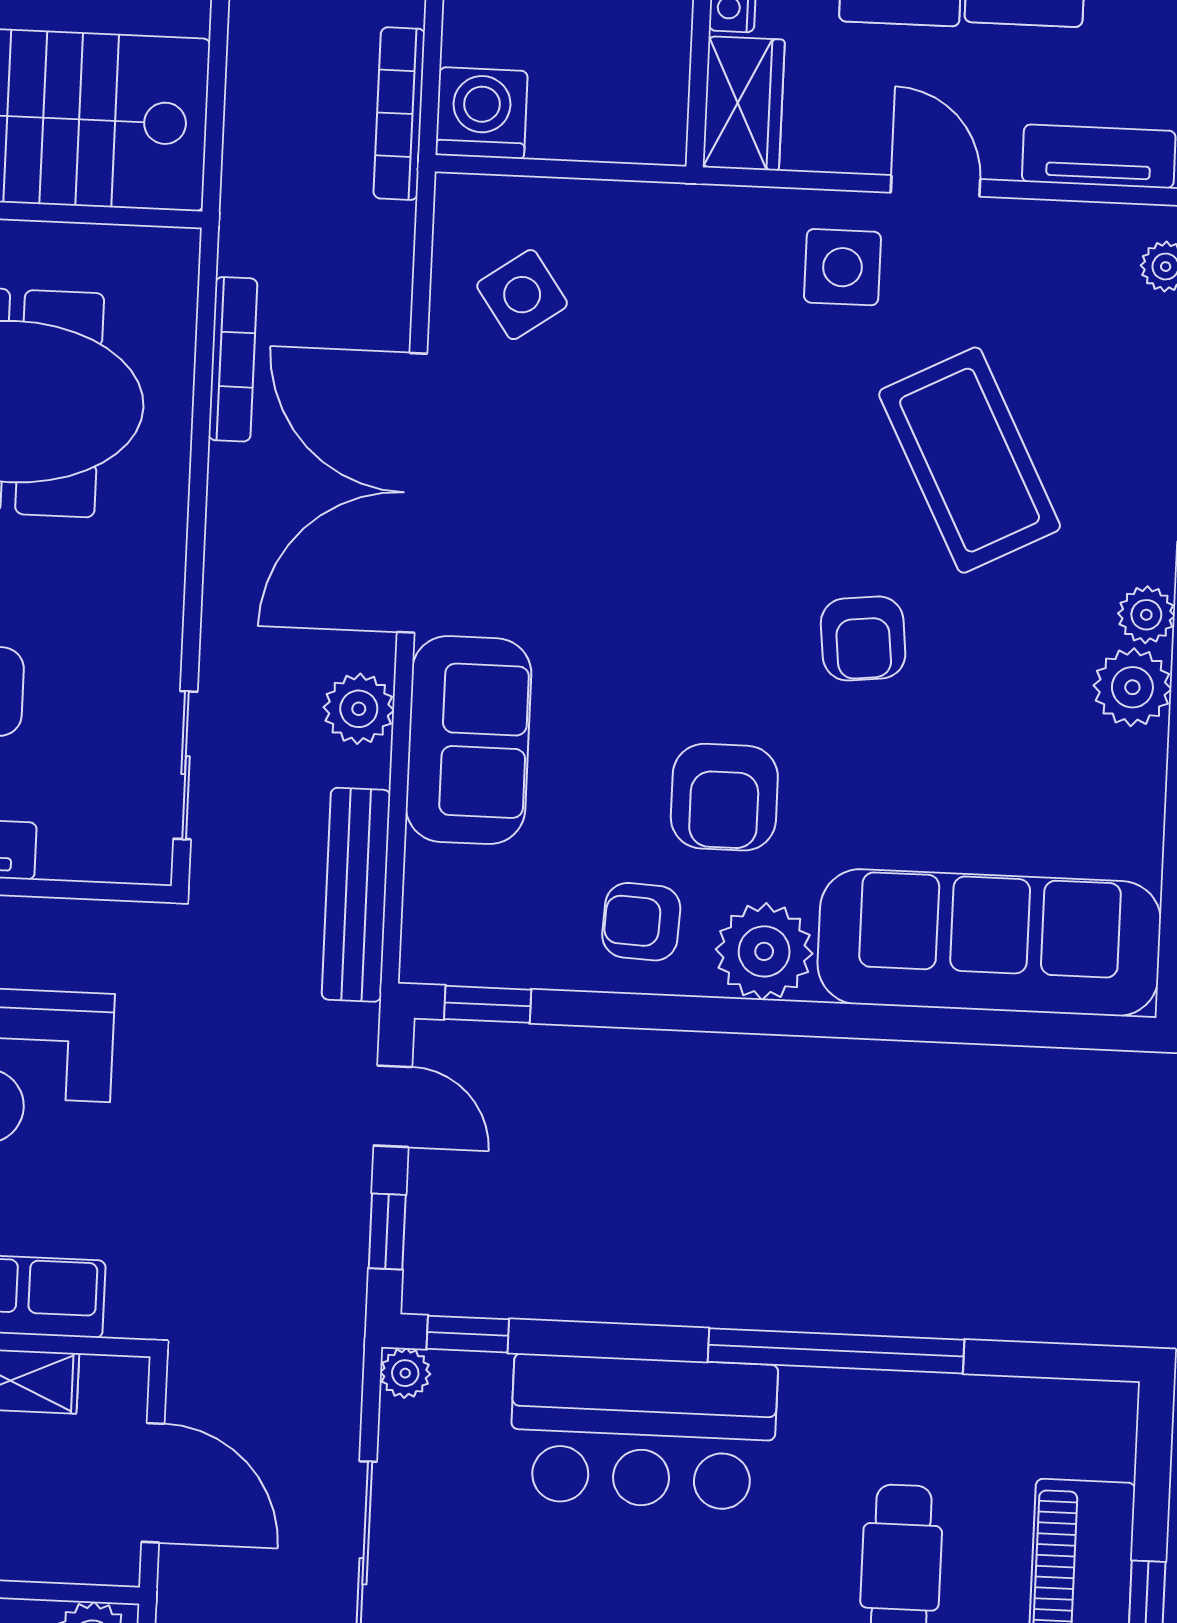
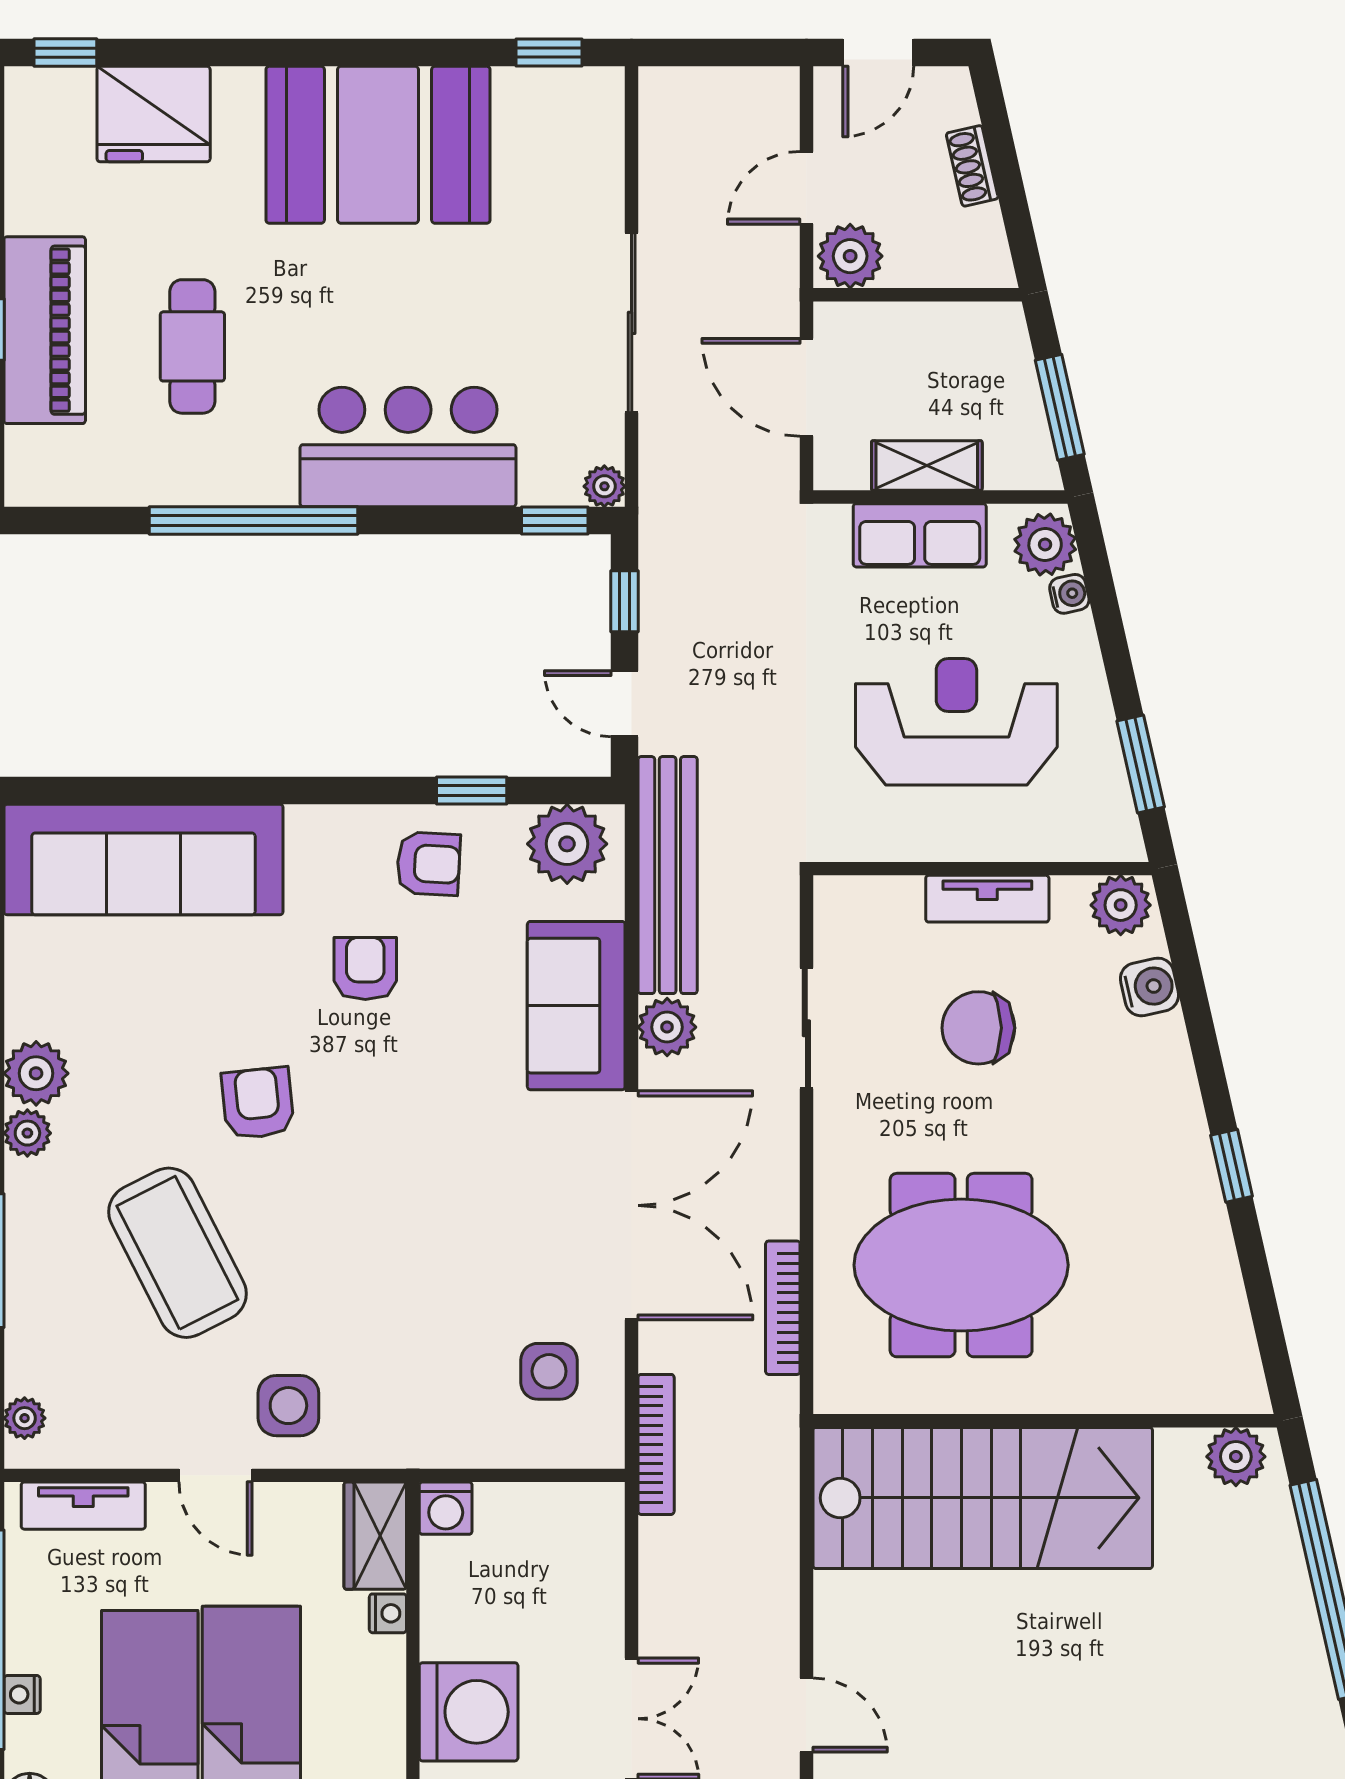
washing machine: (482, 113) -> (446, 1508), moved, width x0.73, depth x0.73
bookcase: (399, 114) -> (656, 1444), moved
side table: (522, 295) -> (549, 1371), turned 35
sliding door: (185, 765) -> (806, 1028), moved
armchair: (724, 797) -> (365, 968), width x0.72, depth x0.72
bench: (356, 895) -> (668, 875), width x1.37, depth x1.21
plant: (764, 951) -> (567, 844), moved
window: (488, 1004) -> (472, 790), moved

